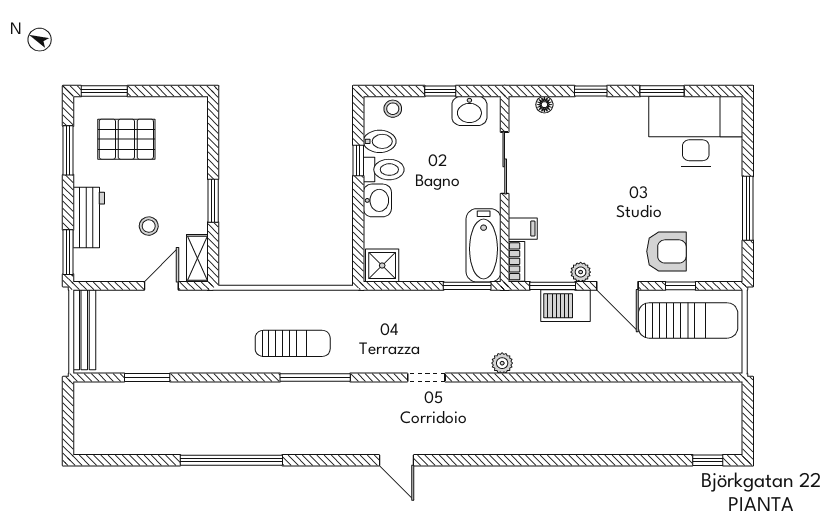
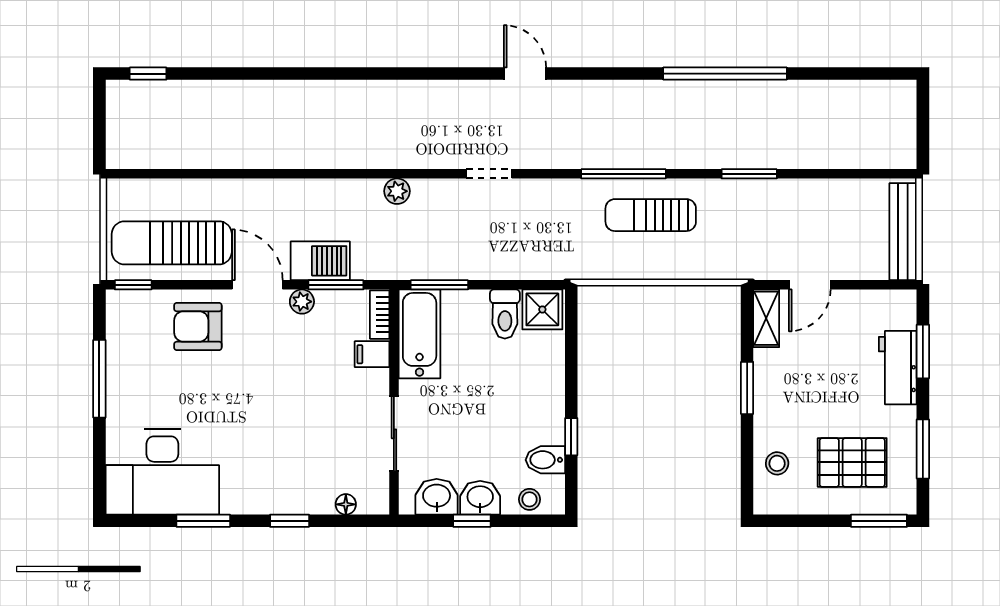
toilet: (384, 170) -> (505, 314), moved, turned -90
washbasin: (377, 200) -> (480, 498), moved, turned 90
stool: (149, 226) -> (777, 463), moved
window: (68, 252) -> (923, 351), moved
window: (681, 286) -> (133, 285), moved
window: (147, 378) -> (749, 174), moved

